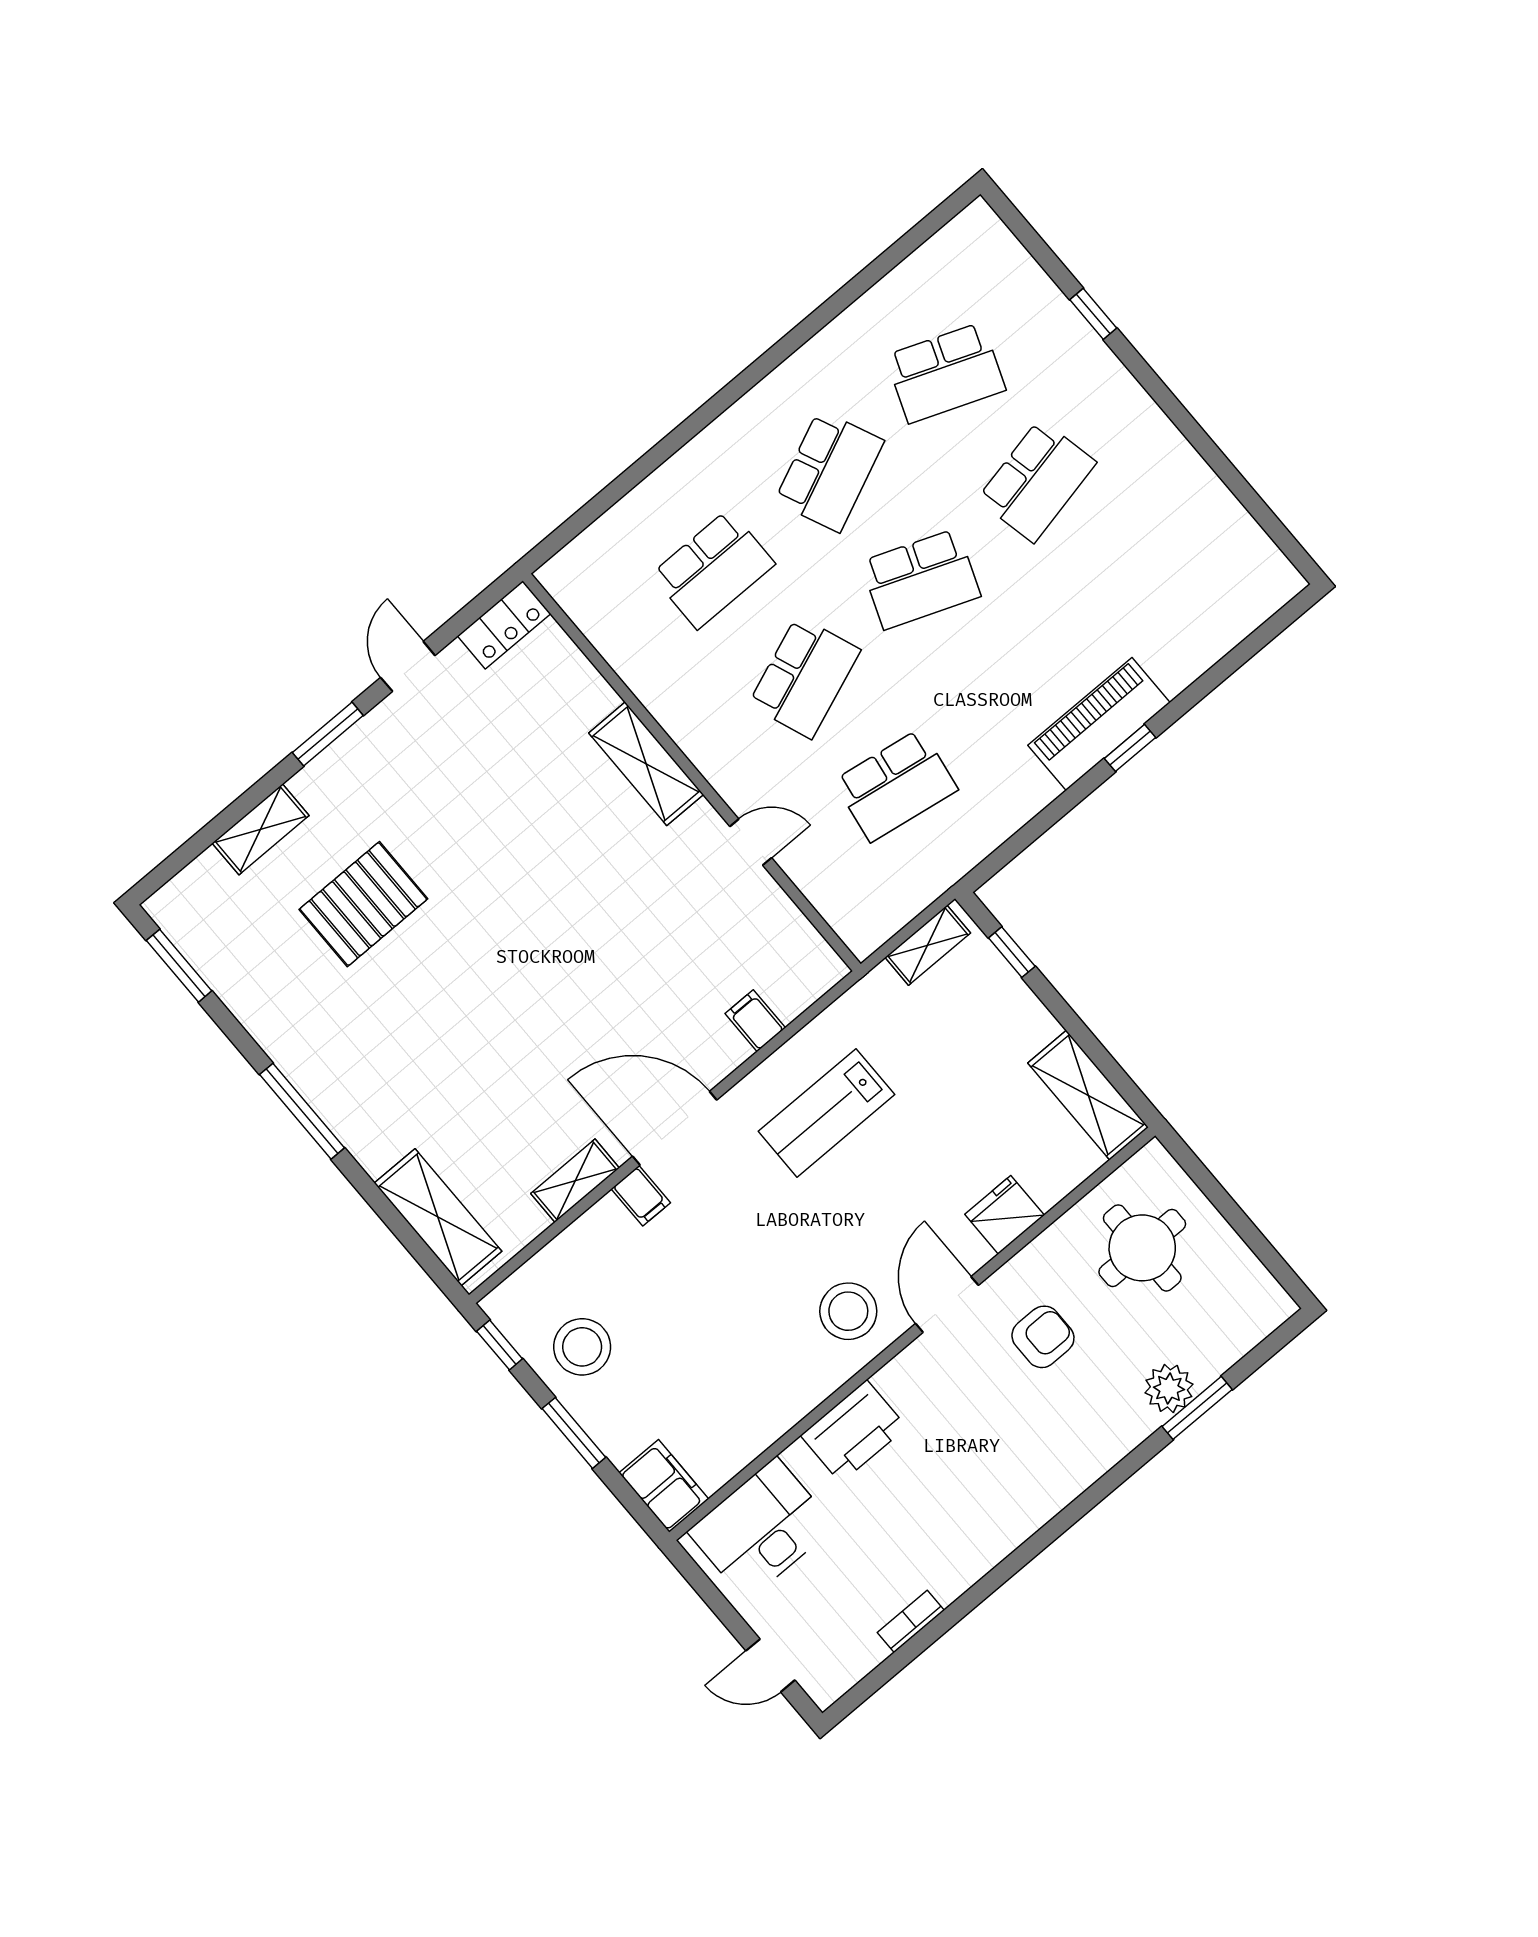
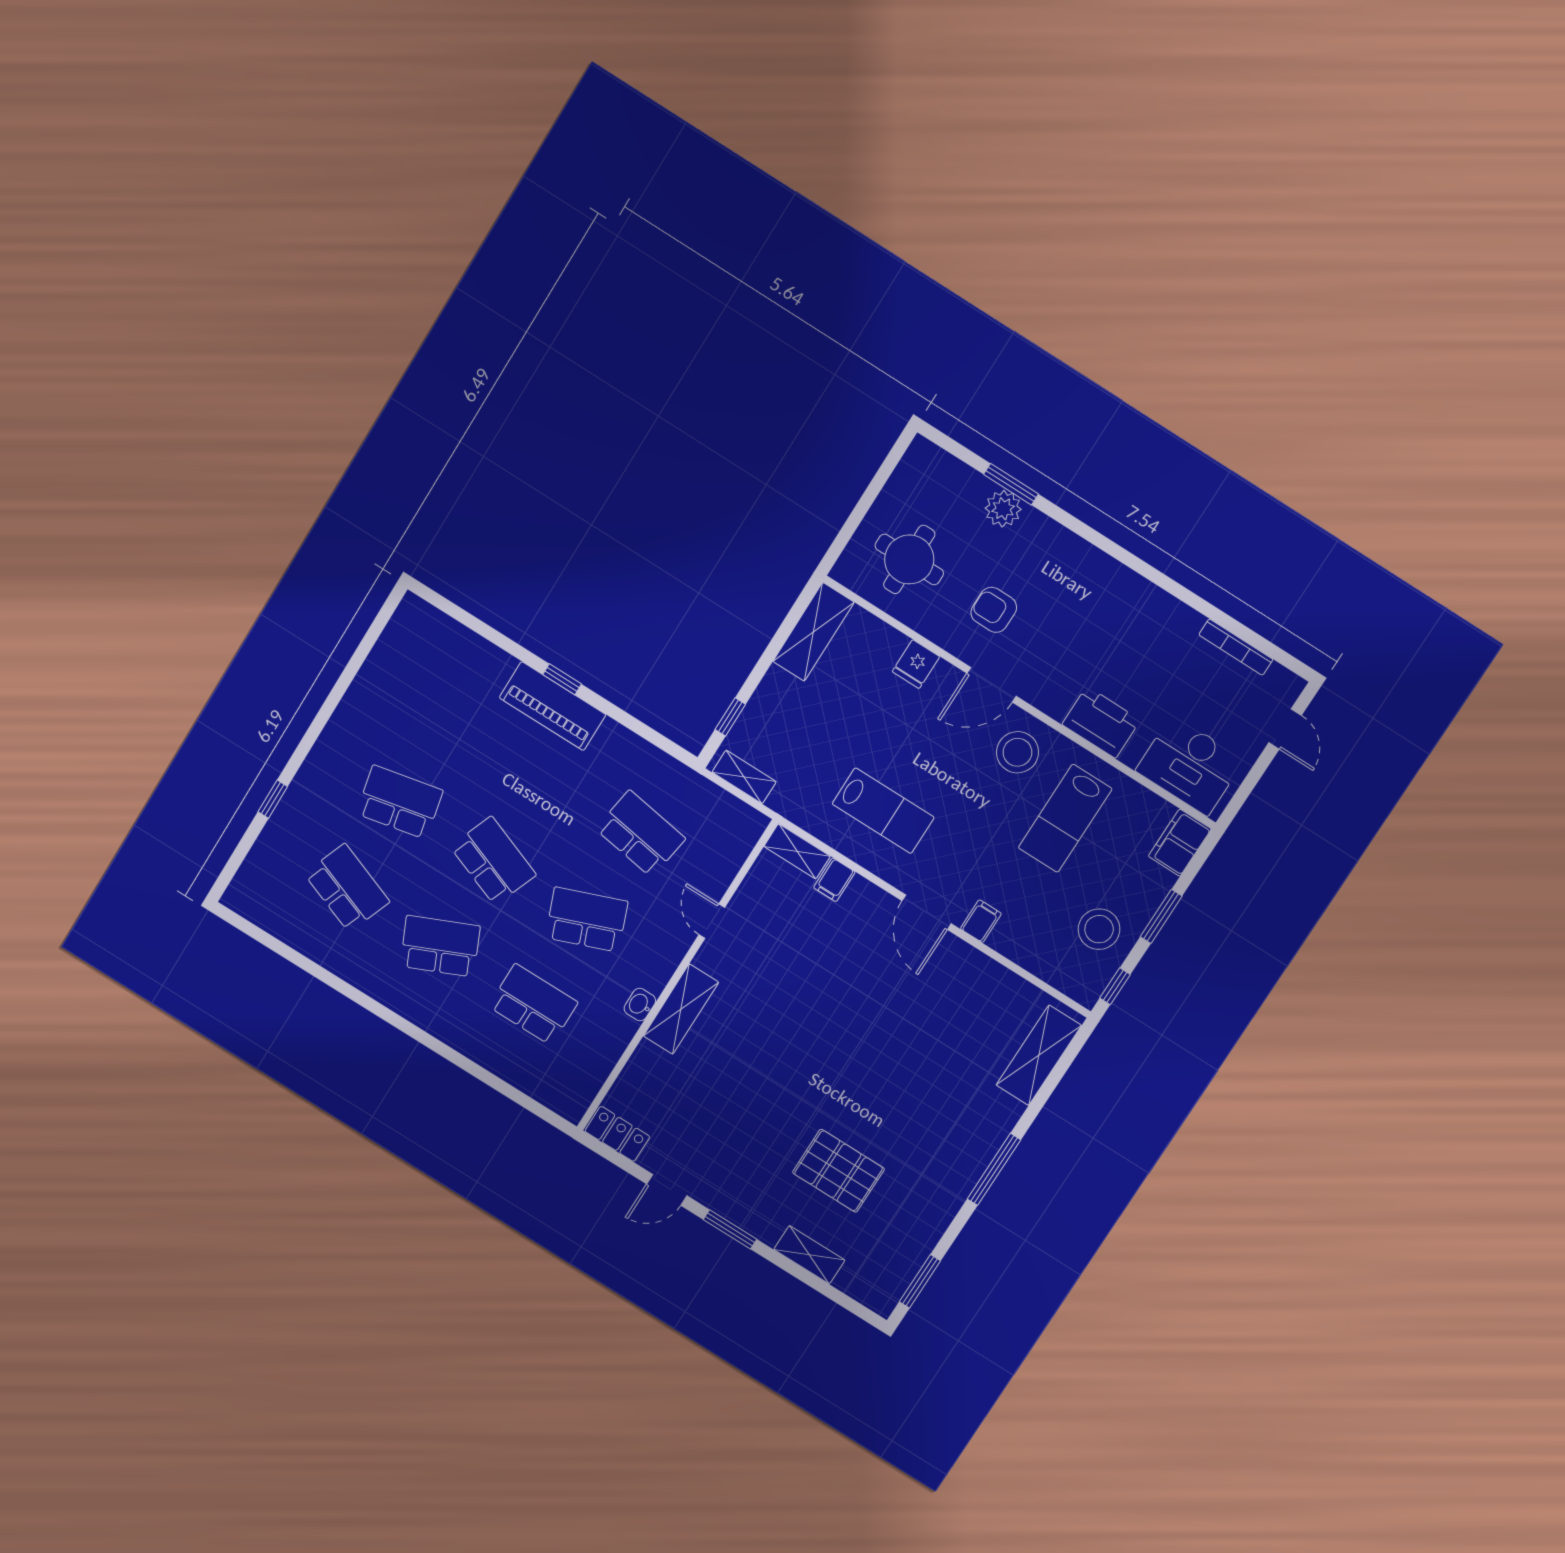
washbasin: (669, 711) -> (640, 1005), added
door: (675, 1128) -> (927, 912), width x0.73
shelving: (575, 1181) -> (797, 851), moved
fridge: (1005, 1215) -> (916, 664), width x0.72
lab bench: (742, 1347) -> (1065, 818), added
bookcase: (911, 1621) -> (1236, 647), width x1.56

